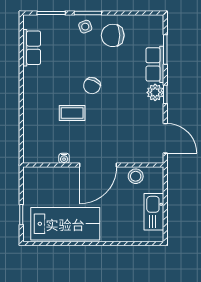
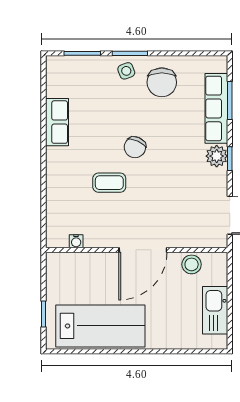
chair: (113, 35) -> (162, 82), turned -90
row of seats: (32, 48) -> (57, 122), moved
row of seats: (155, 64) -> (216, 108), width x1.48
water cooler: (64, 158) -> (76, 241), moved

